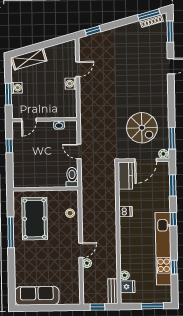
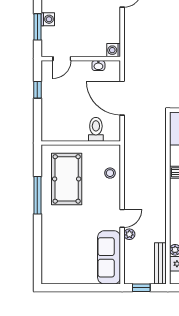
washing machine: (71, 84) -> (114, 50), moved
door: (79, 151) -> (122, 98), width x1.87
toilet: (72, 177) -> (96, 129), moved
bench: (113, 291) -> (160, 263), width x1.36
sofa: (37, 296) -> (109, 257), moved, turned -90

